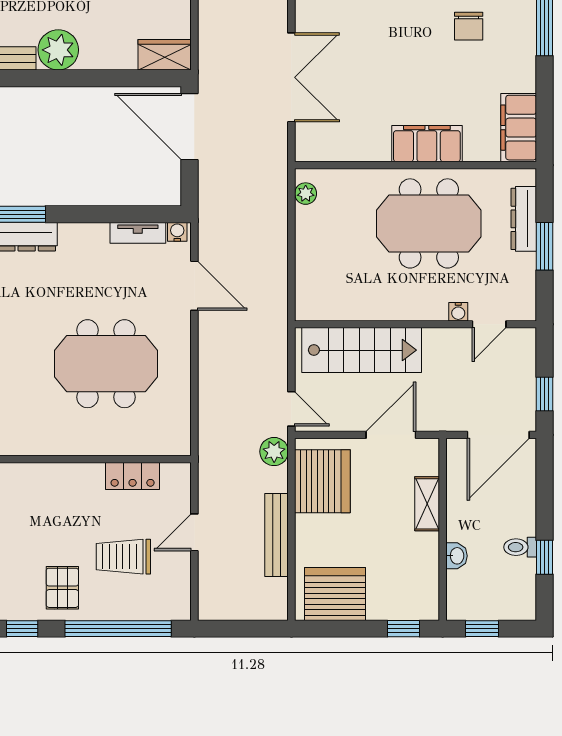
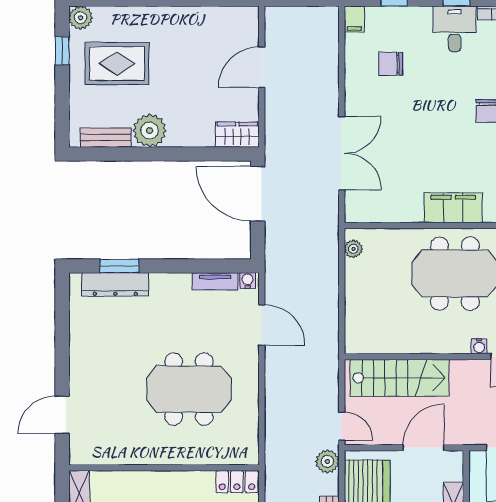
locker: (133, 476) -> (237, 482), moved

